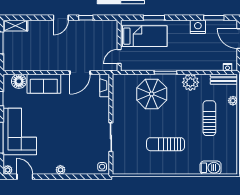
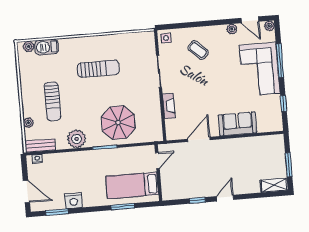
floor lamp: (19, 81) -> (265, 124), removed
fireplace: (105, 85) -> (169, 106), moved
coffee table: (74, 153) -> (198, 50), added
plant: (60, 170) -> (232, 29), moved
plant: (227, 170) -> (29, 46), added

